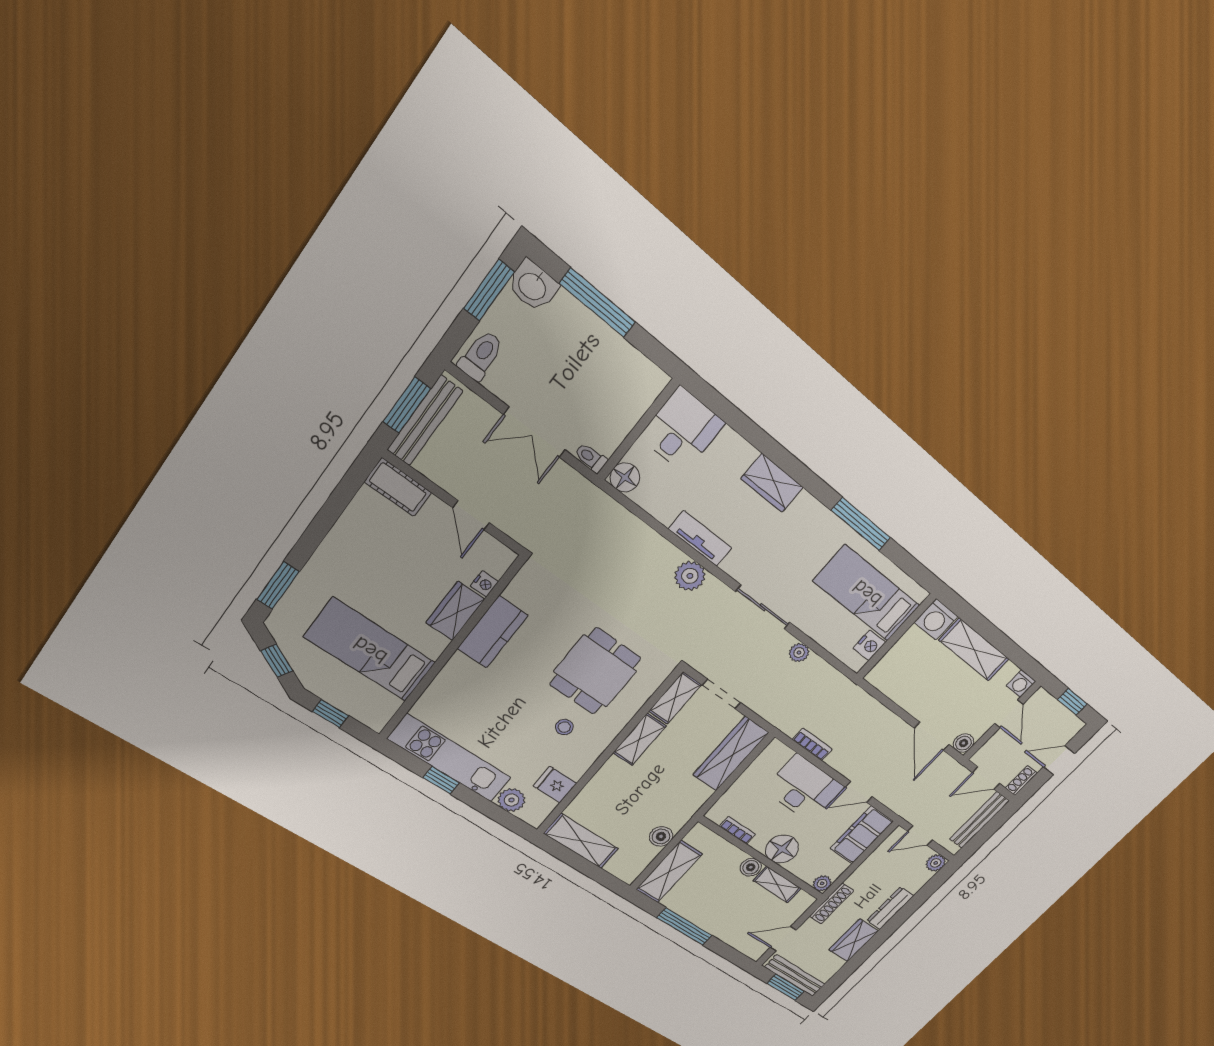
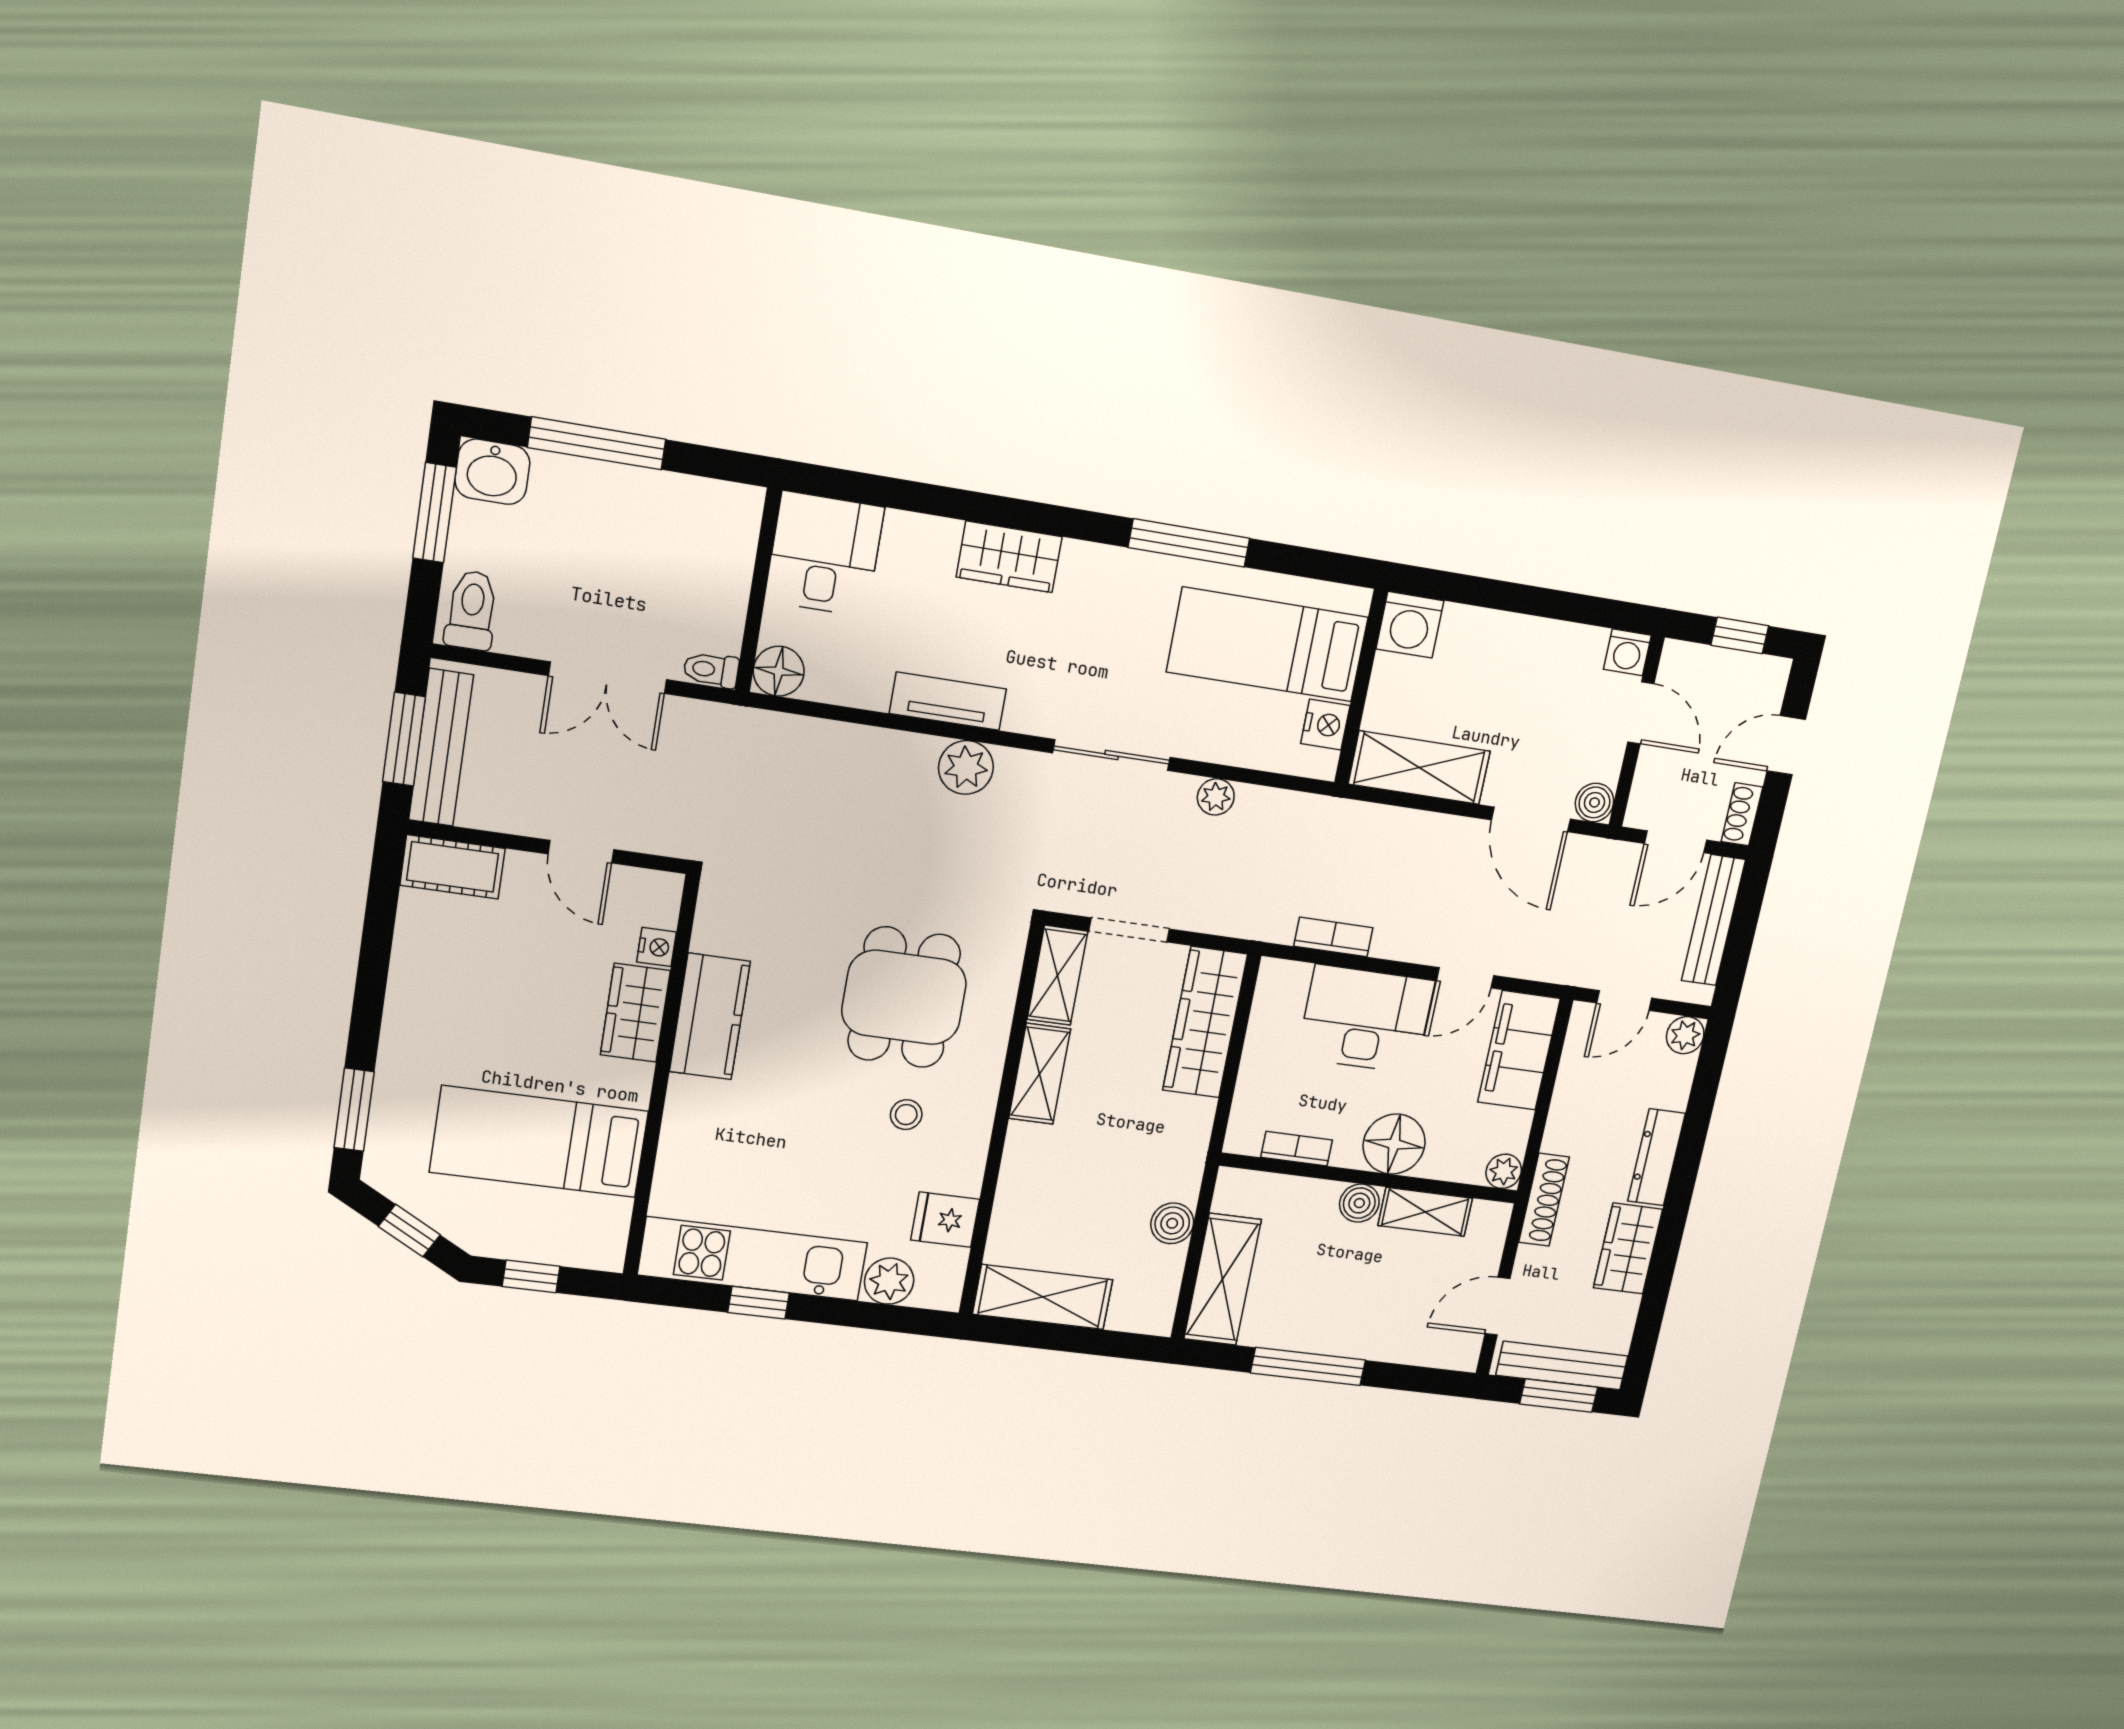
shelving: (974, 650) -> (1419, 768), moved

